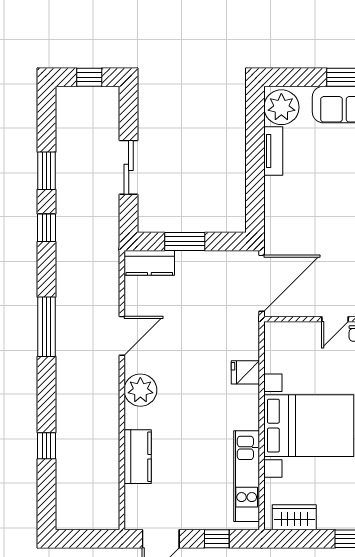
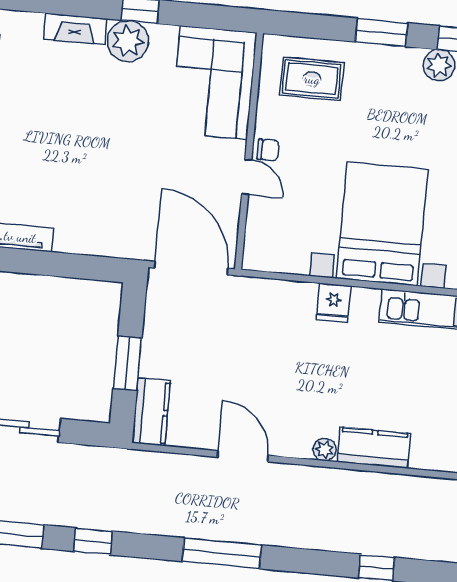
fridge: (245, 372) -> (333, 303), moved
plant: (140, 390) -> (324, 450), width x0.53, depth x0.53
kitchen counter: (138, 457) -> (374, 448), moved

